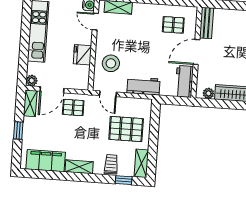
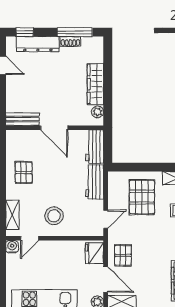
pallet: (173, 25) -> (24, 172), moved
fridge: (82, 55) -> (94, 253), moved, turned 90
stool: (111, 63) -> (54, 216), moved
workbench: (184, 81) -> (95, 147), moved, turned 90

